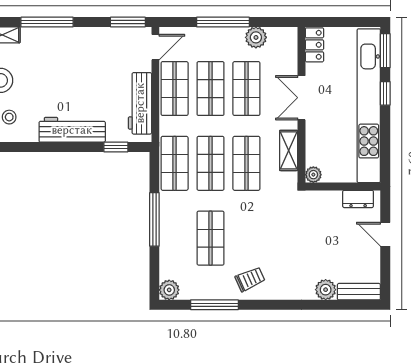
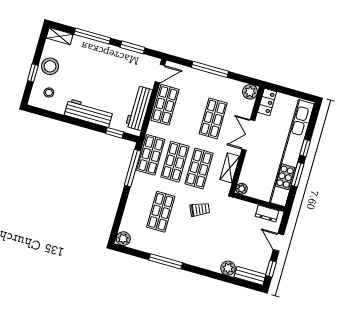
window: (128, 22) -> (133, 47), moved
plant: (256, 37) -> (250, 92), moved
window: (385, 51) -> (298, 175), moved
shop shelf: (211, 89) -> (189, 112), removed
window: (154, 219) -> (133, 168), moved
window: (385, 274) -> (271, 269), added
trolley: (250, 279) -> (200, 209), moved
window: (214, 305) -> (166, 261), moved

